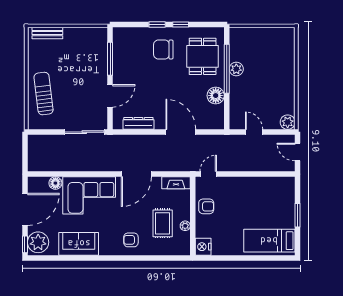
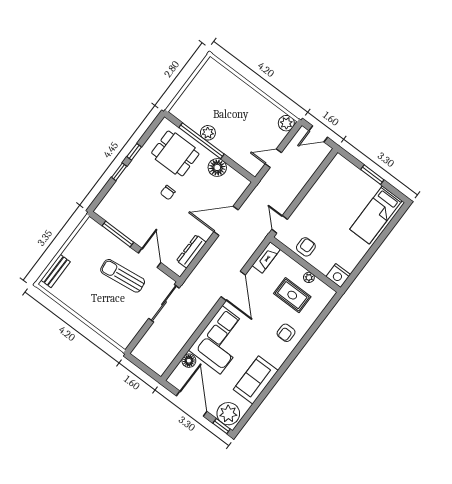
chair: (163, 49) -> (168, 192), moved, width x0.54, depth x0.54
sun lounger: (44, 94) -> (123, 276), moved

